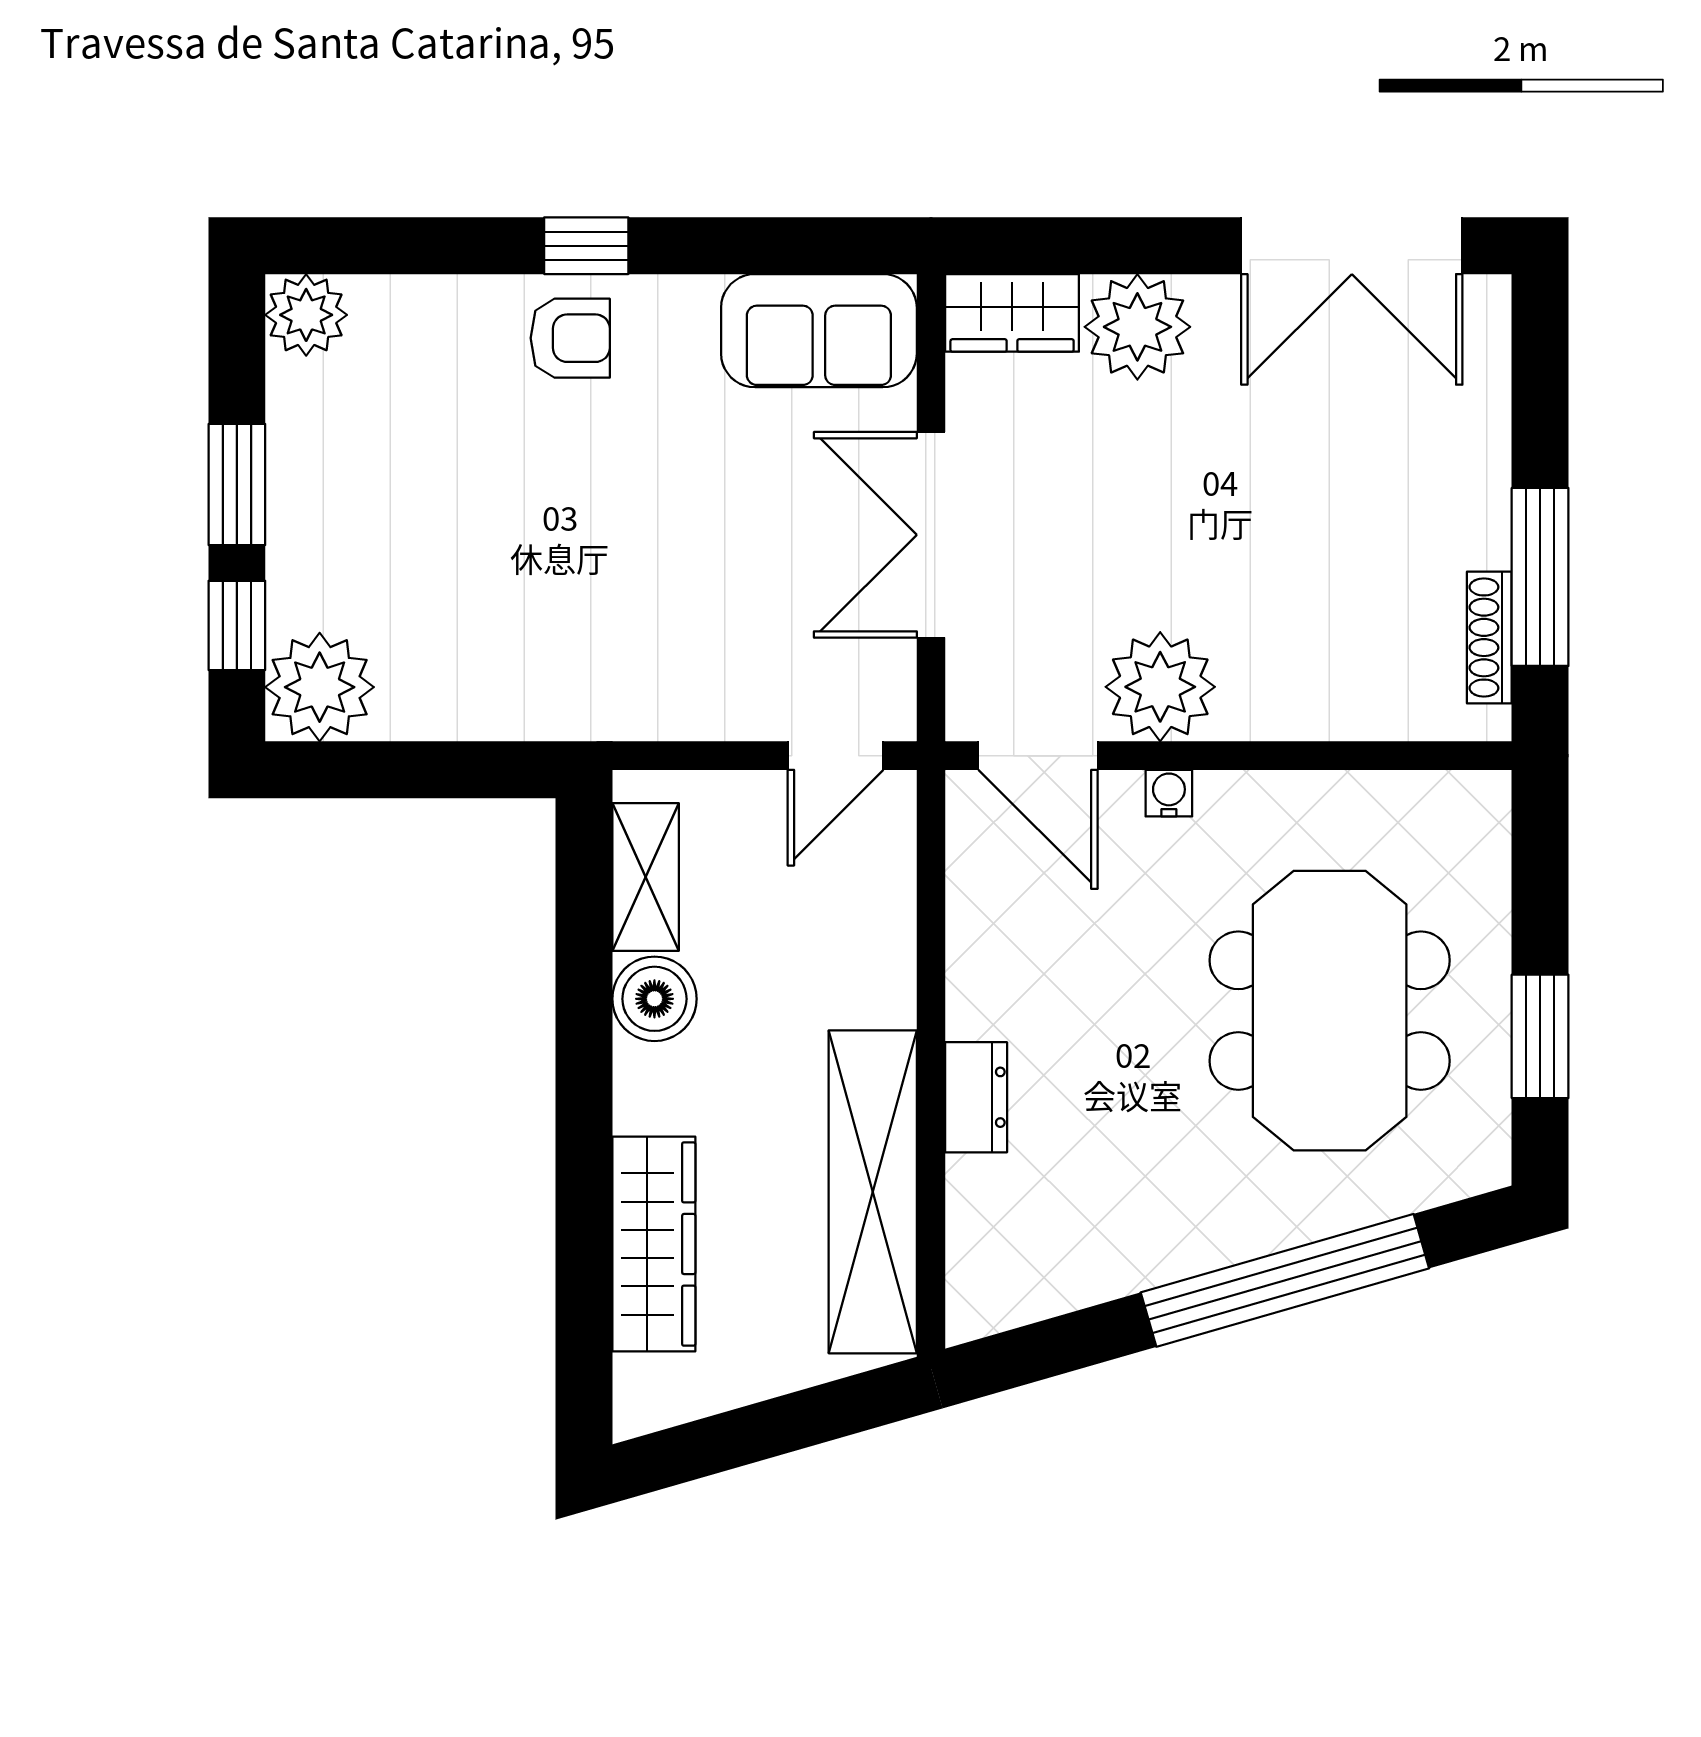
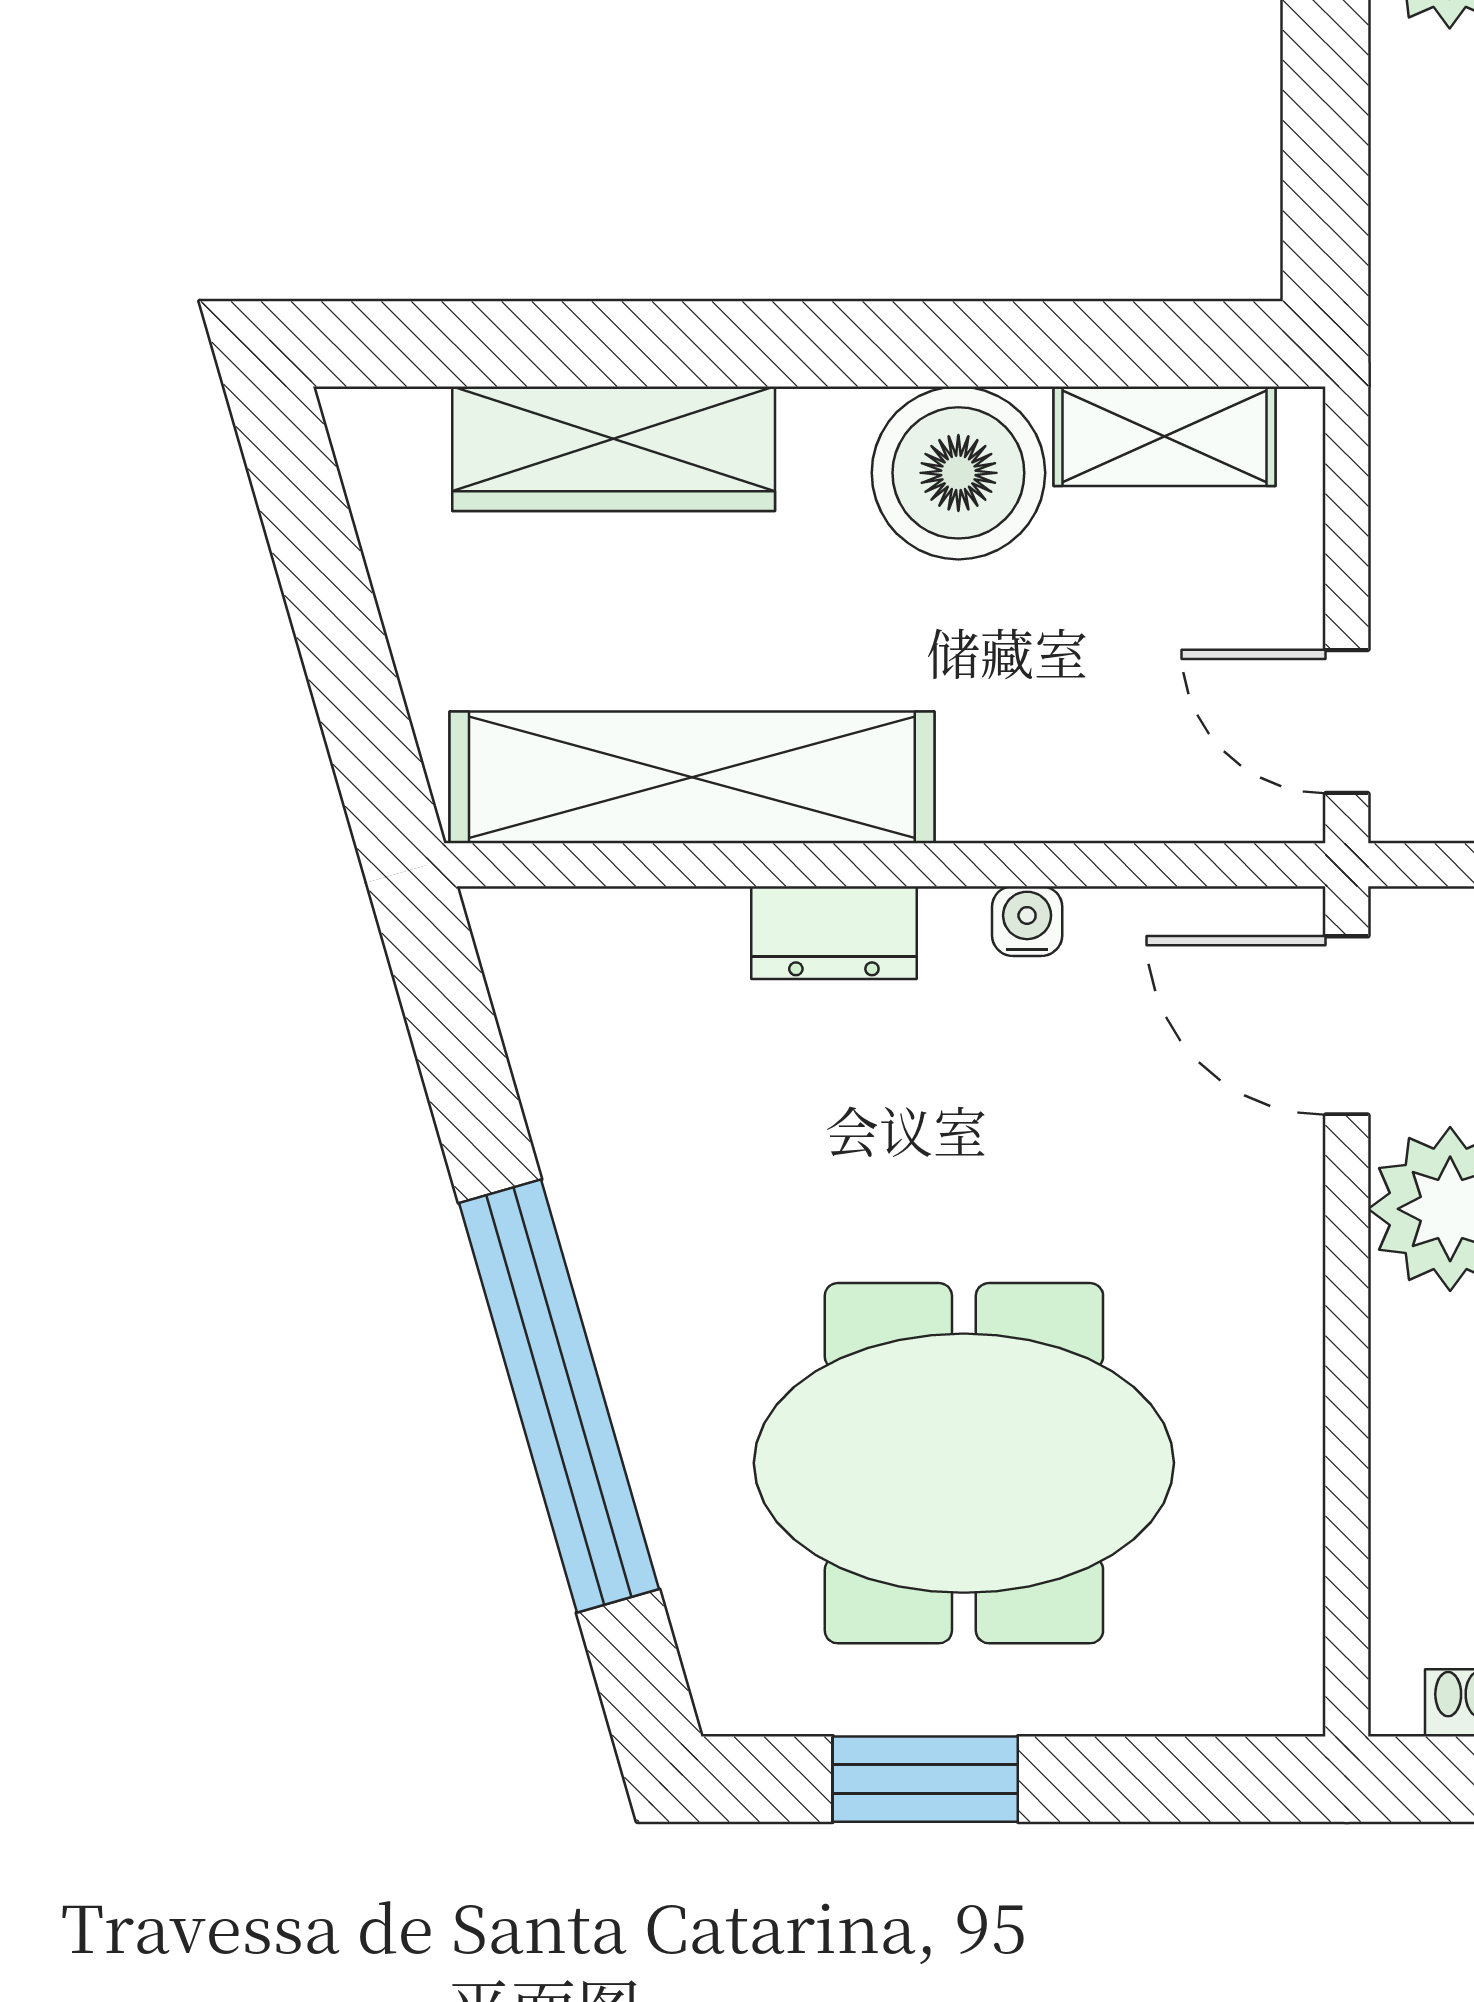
door: (1038, 756) -> (1347, 1025), hinge flipped
water cooler: (1169, 793) -> (1027, 921), moved, turned -90
boiler: (654, 999) -> (958, 473), width x1.37, depth x1.37

